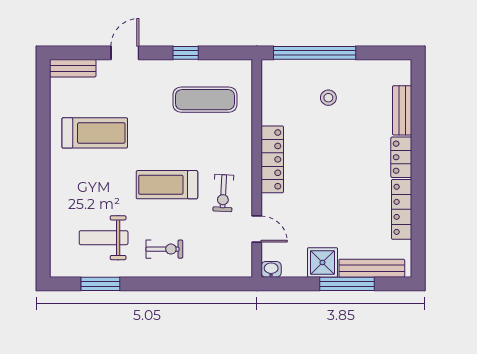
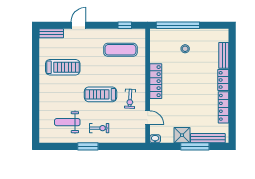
window: (186, 53) -> (125, 25), moved
window: (100, 284) -> (88, 146), moved

